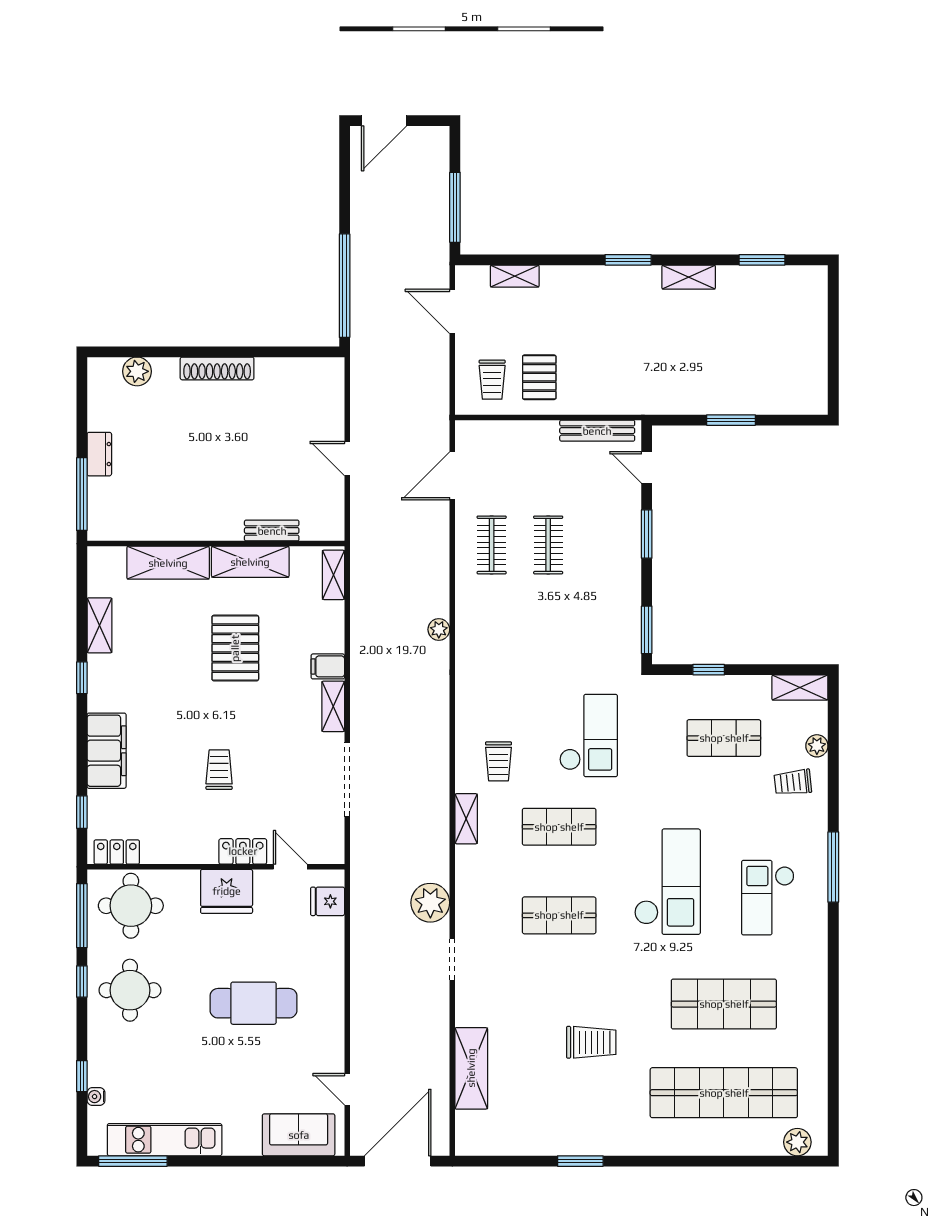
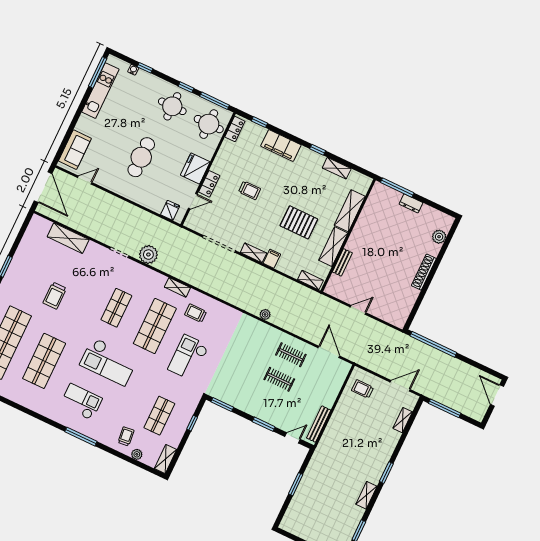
pallet: (539, 377) -> (354, 410), removed
checkout: (589, 735) -> (188, 358), turned 90
shop shelf: (559, 827) -> (155, 326), width x1.43, depth x1.36

